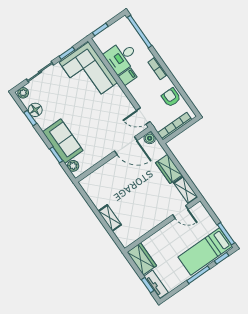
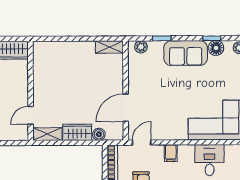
filing cabinet: (128, 77) -> (171, 153), moved
boiler: (150, 138) -> (99, 134), moved
sofa: (63, 141) -> (186, 53), moved
shelving: (110, 218) -> (109, 47), moved

